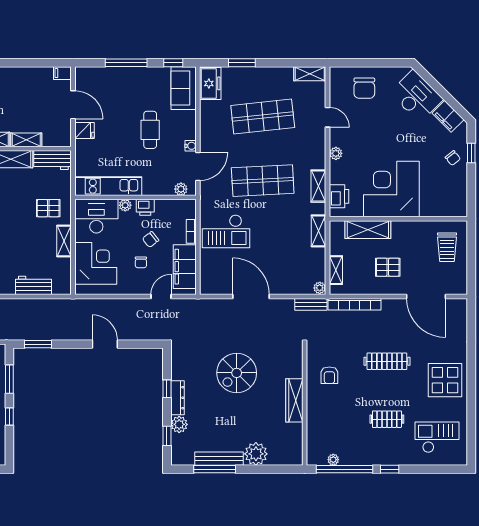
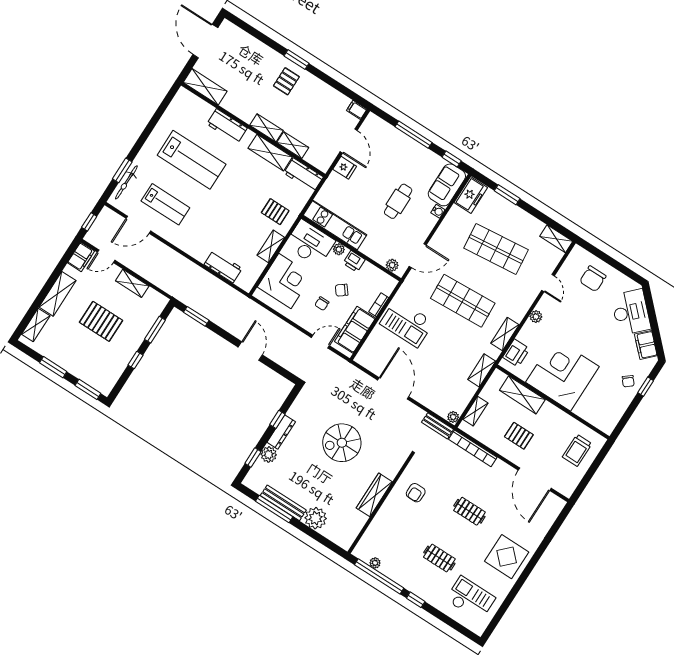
water cooler: (191, 146) -> (438, 211), moved
clothes rail: (387, 361) -> (469, 511), width x0.73

